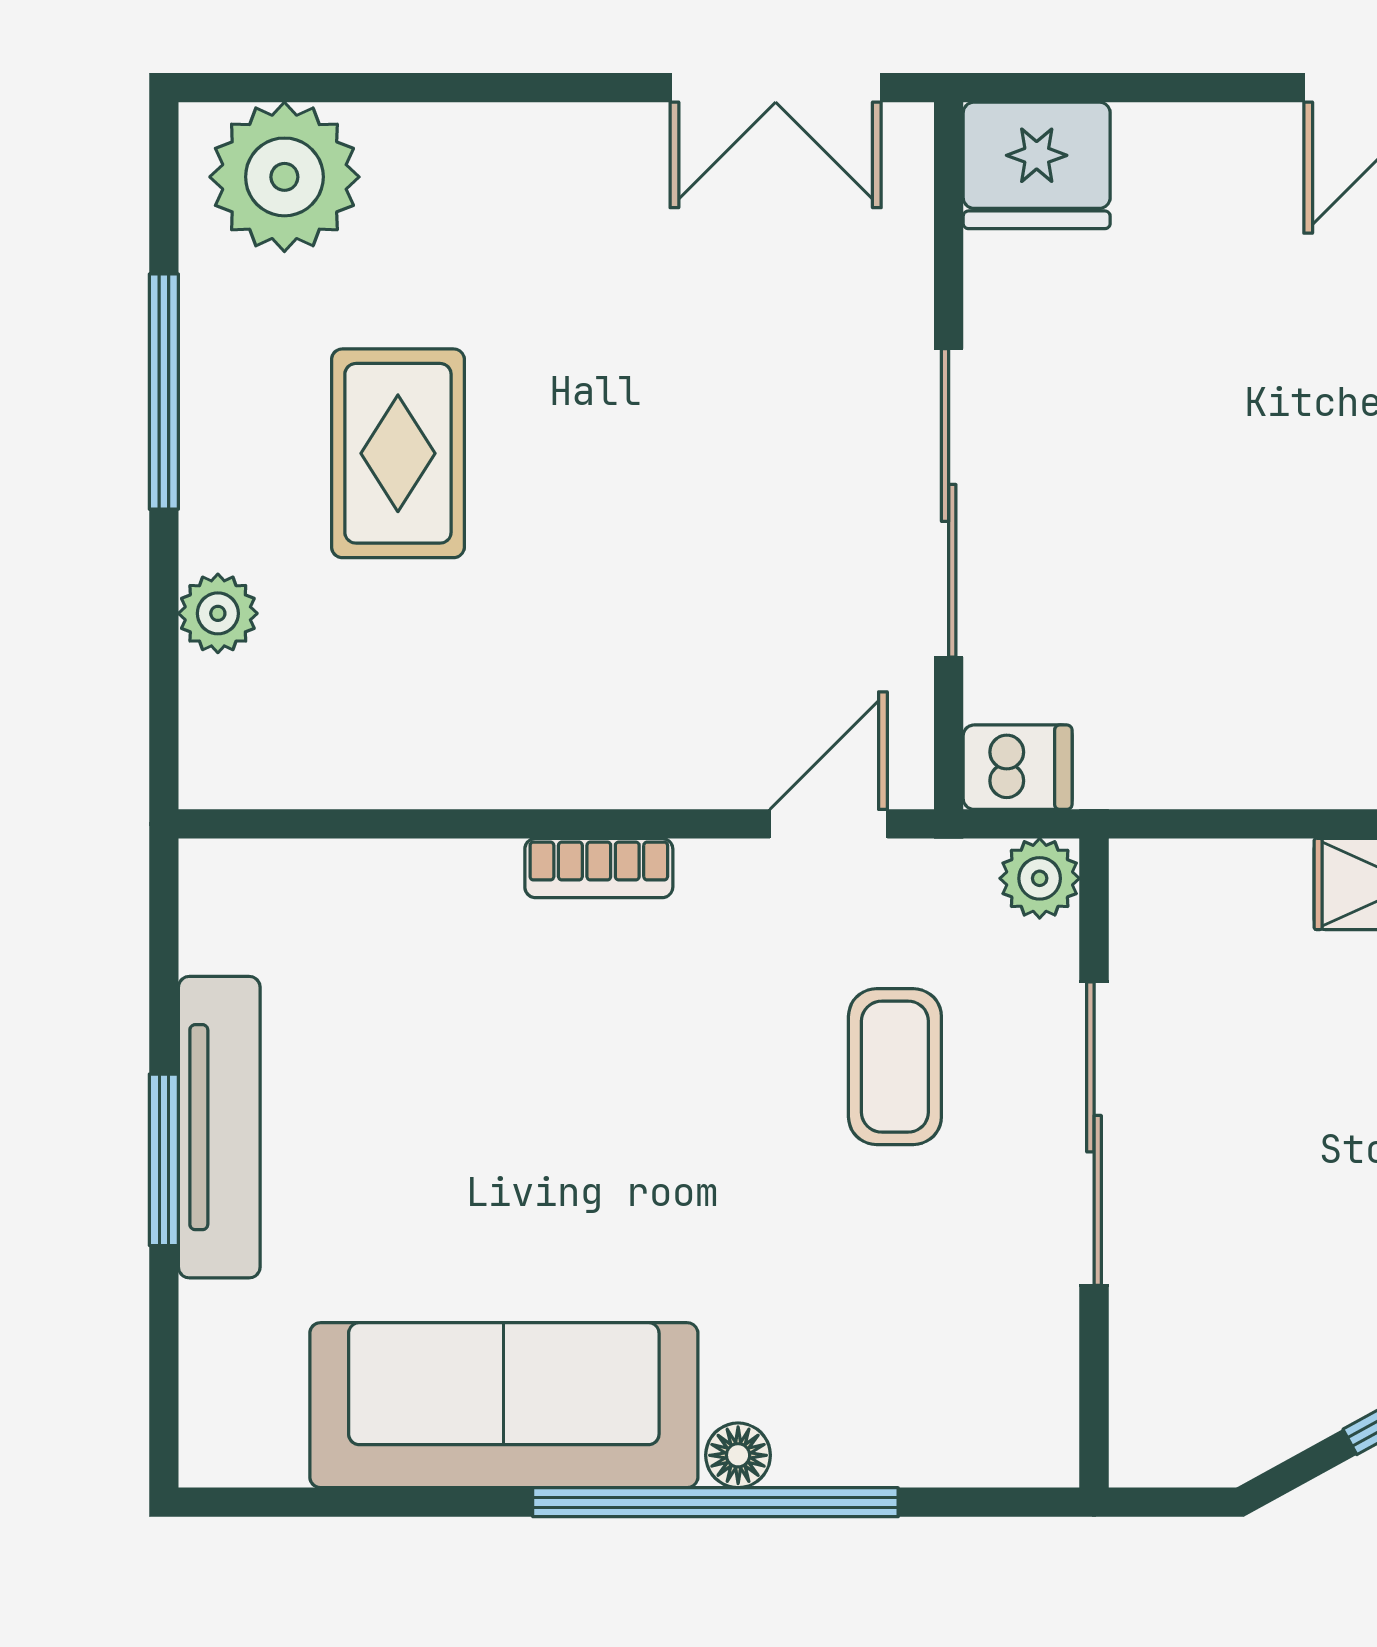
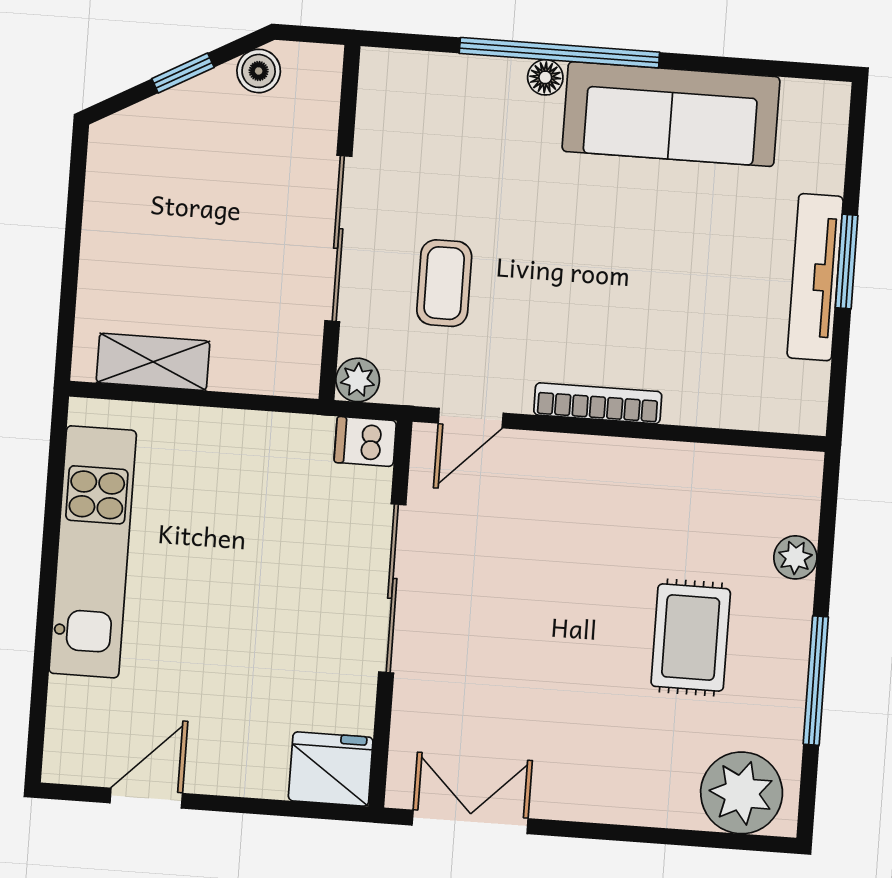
bookcase: (599, 868) -> (598, 403), width x1.56
boiler: (1262, 1429) -> (259, 71), added

